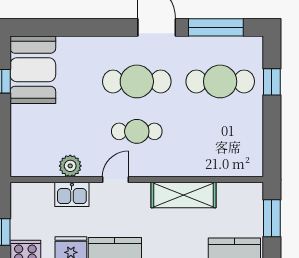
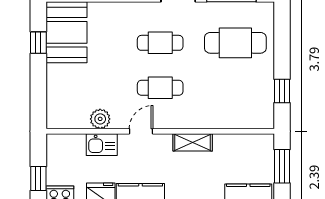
cafe table: (137, 81) -> (160, 43), width x0.73, depth x0.74
window: (272, 82) -> (282, 91), moved
shelving: (183, 195) -> (193, 142), width x0.67, depth x0.75

